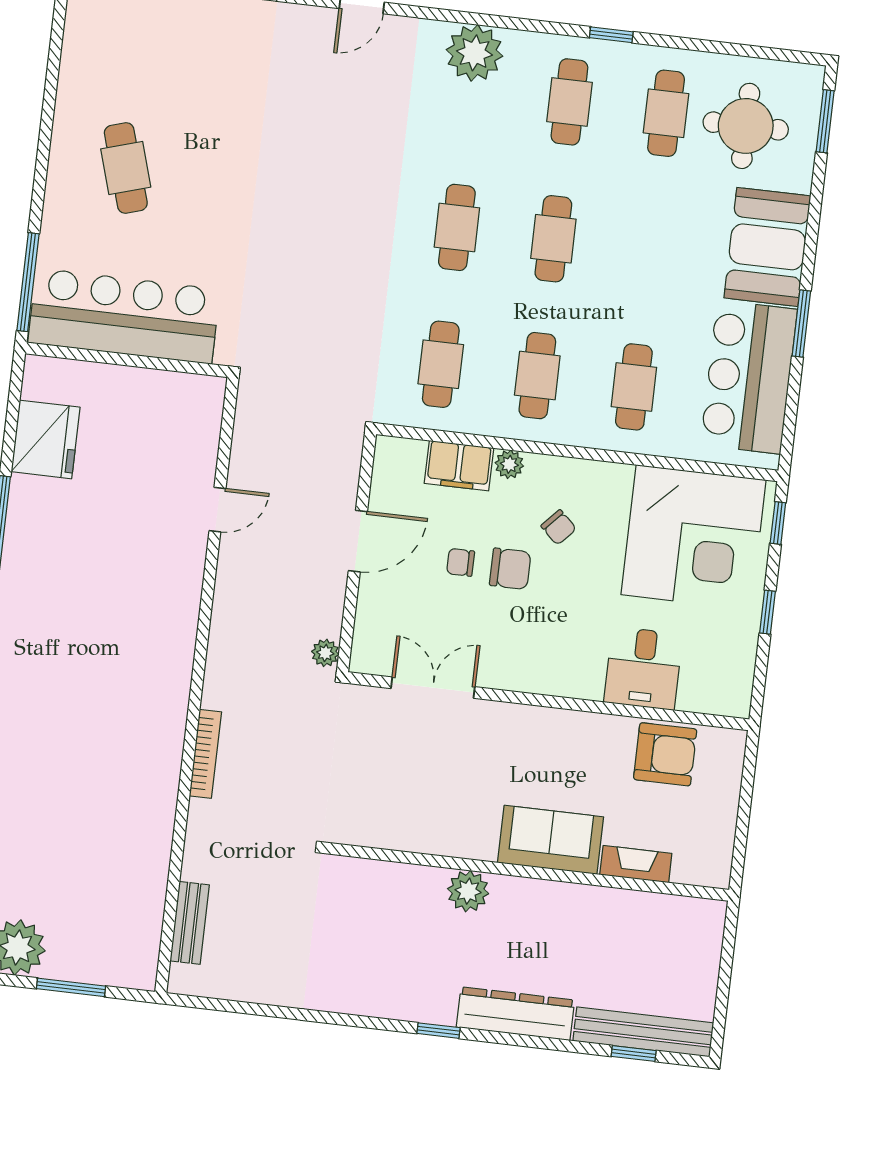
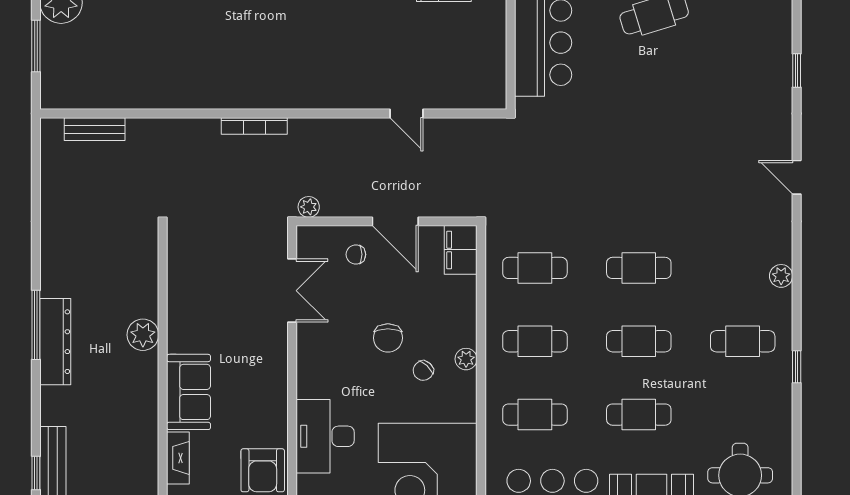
plant: (475, 53) -> (781, 276), width x0.53, depth x0.53
cafe table: (666, 113) -> (639, 415), moved
plant: (509, 464) -> (466, 359), moved
filing cabinet: (459, 466) -> (461, 250), moved
chair: (461, 562) -> (356, 254), moved, turned -90
desk: (643, 668) -> (325, 436), width x1.37
bookcase: (205, 754) -> (254, 126), moved
dresser: (515, 1014) -> (55, 342), moved
window: (438, 1031) -> (36, 325), width x2.17

